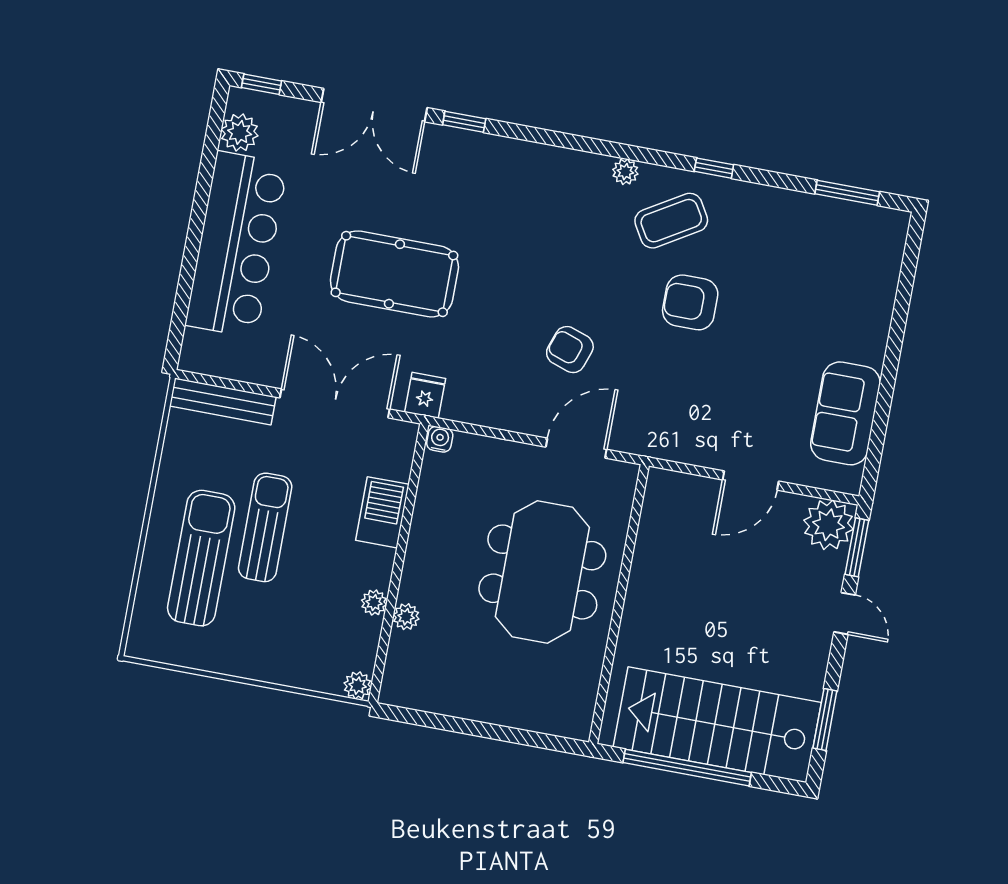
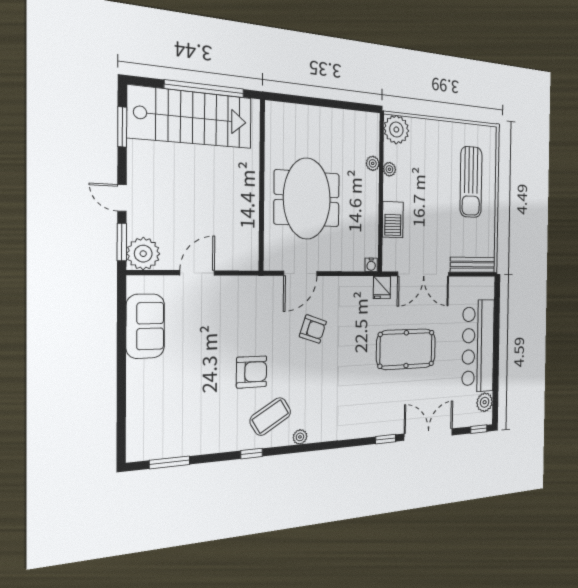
sun lounger: (265, 527) -> (445, 202), removed
plant: (358, 686) -> (396, 130), width x1.88, depth x1.88

